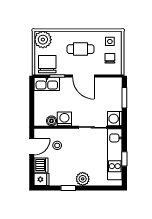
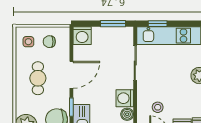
window: (124, 98) -> (113, 24), moved
washing machine: (115, 119) -> (82, 36), moved
window: (124, 159) -> (158, 24), moved

